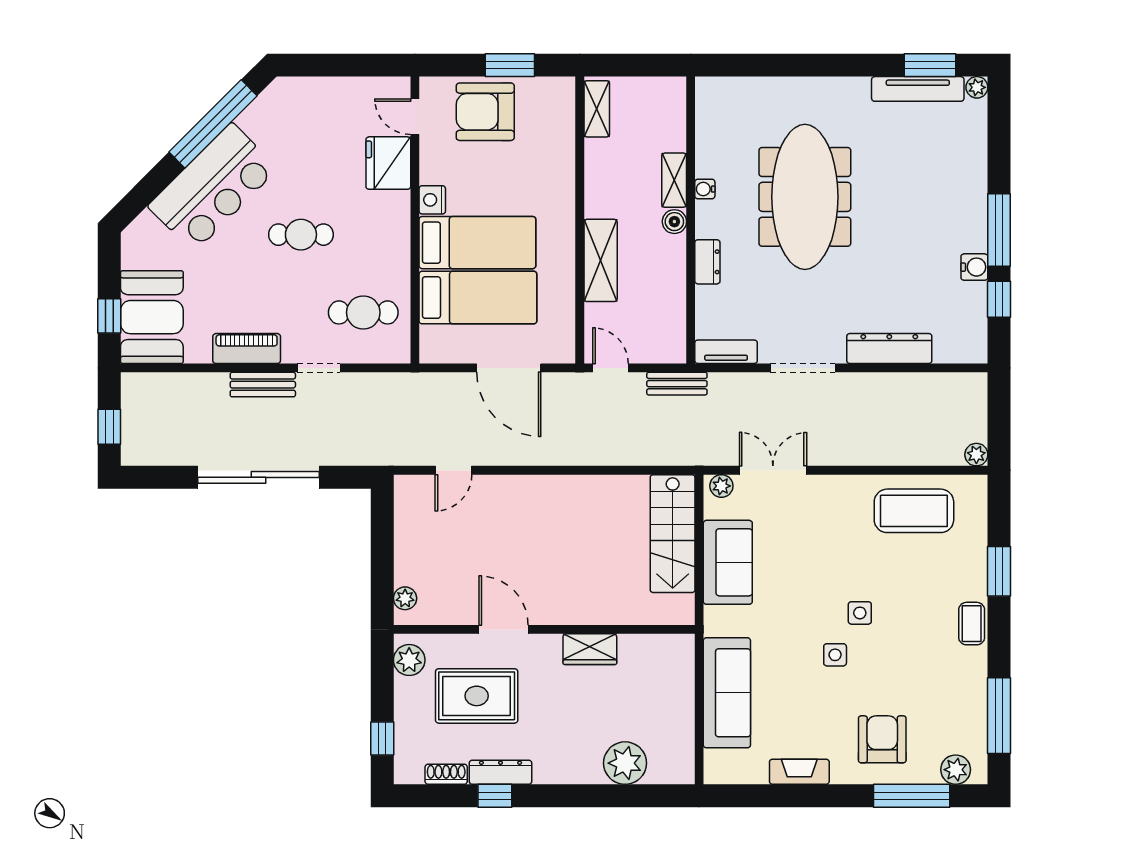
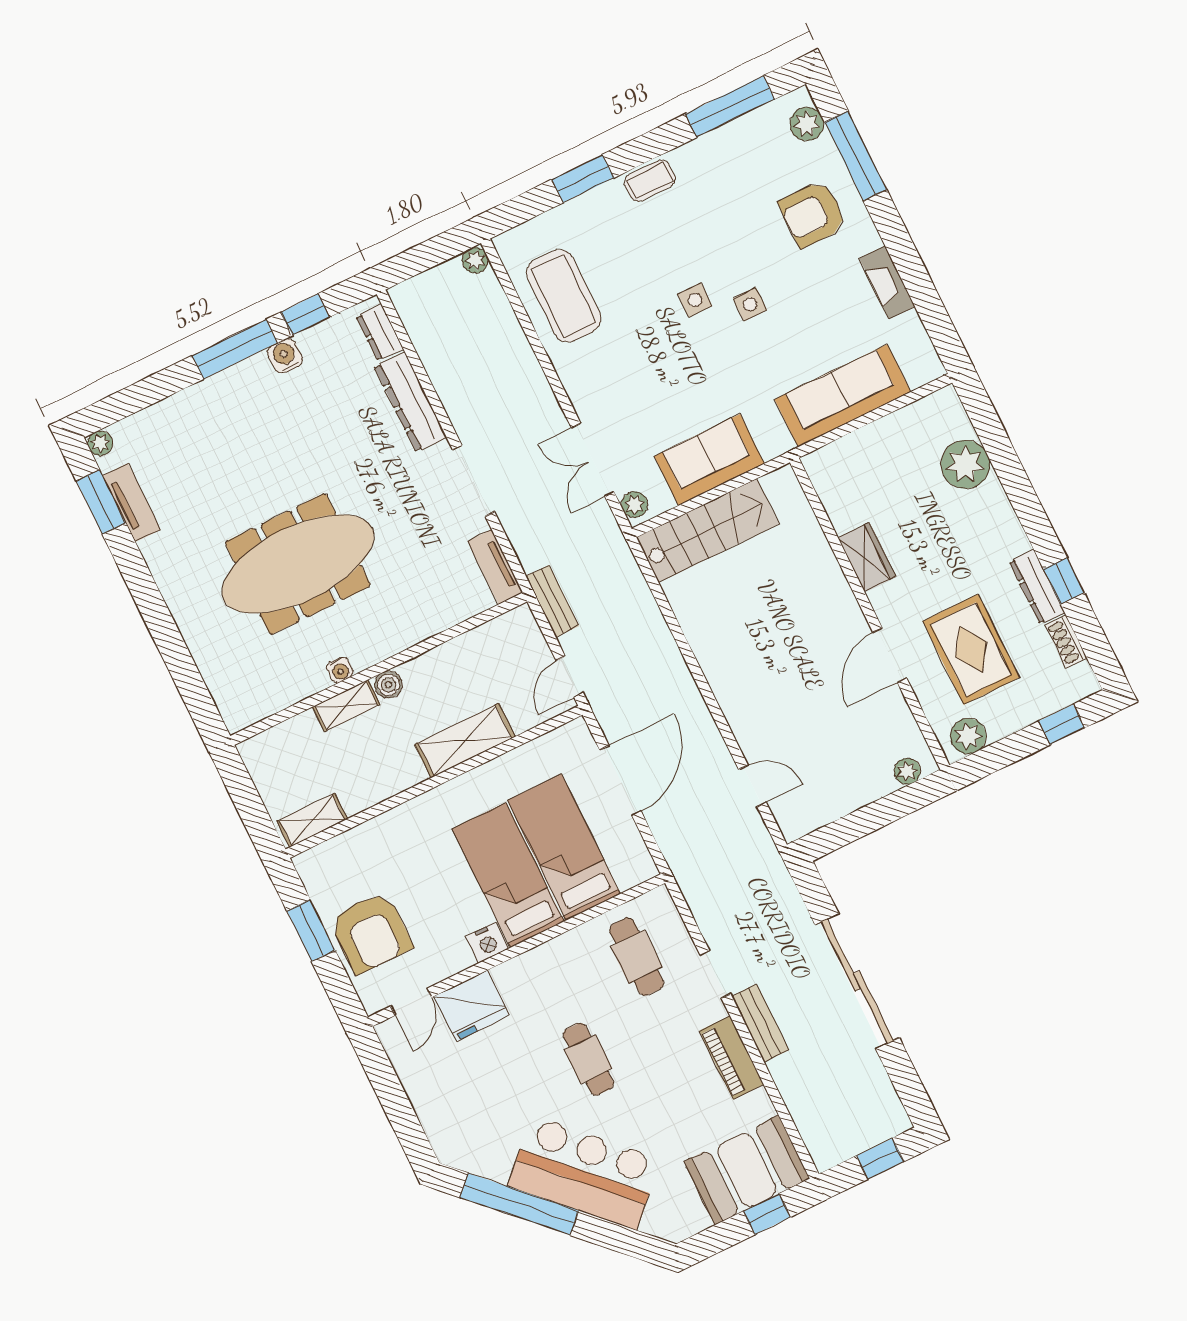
tv unit: (918, 89) -> (131, 503), width x0.71
dresser: (707, 262) -> (380, 332), moved, turned -90

